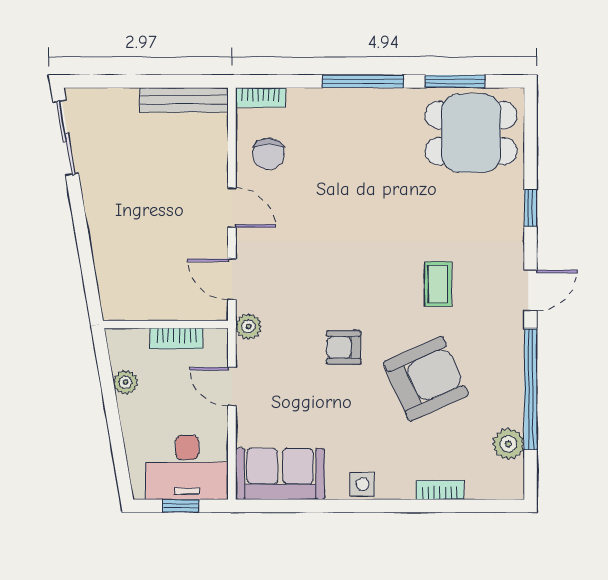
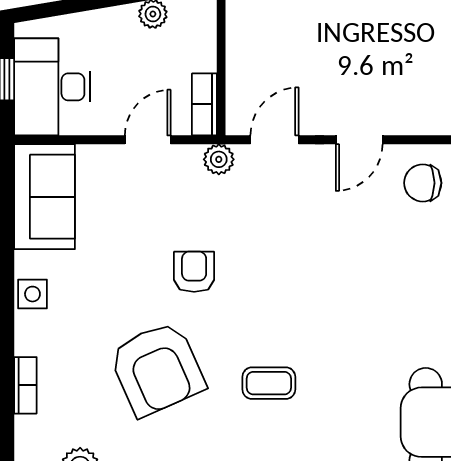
bookcase: (176, 339) -> (204, 104), moved

